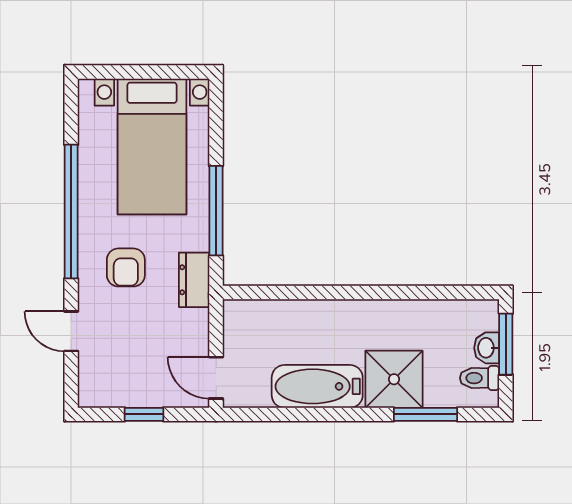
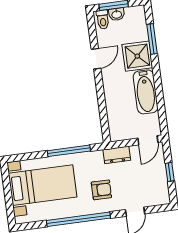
dresser: (194, 280) -> (117, 155), moved
door: (400, 293) -> (96, 59), added
toilet: (480, 378) -> (103, 20), moved

